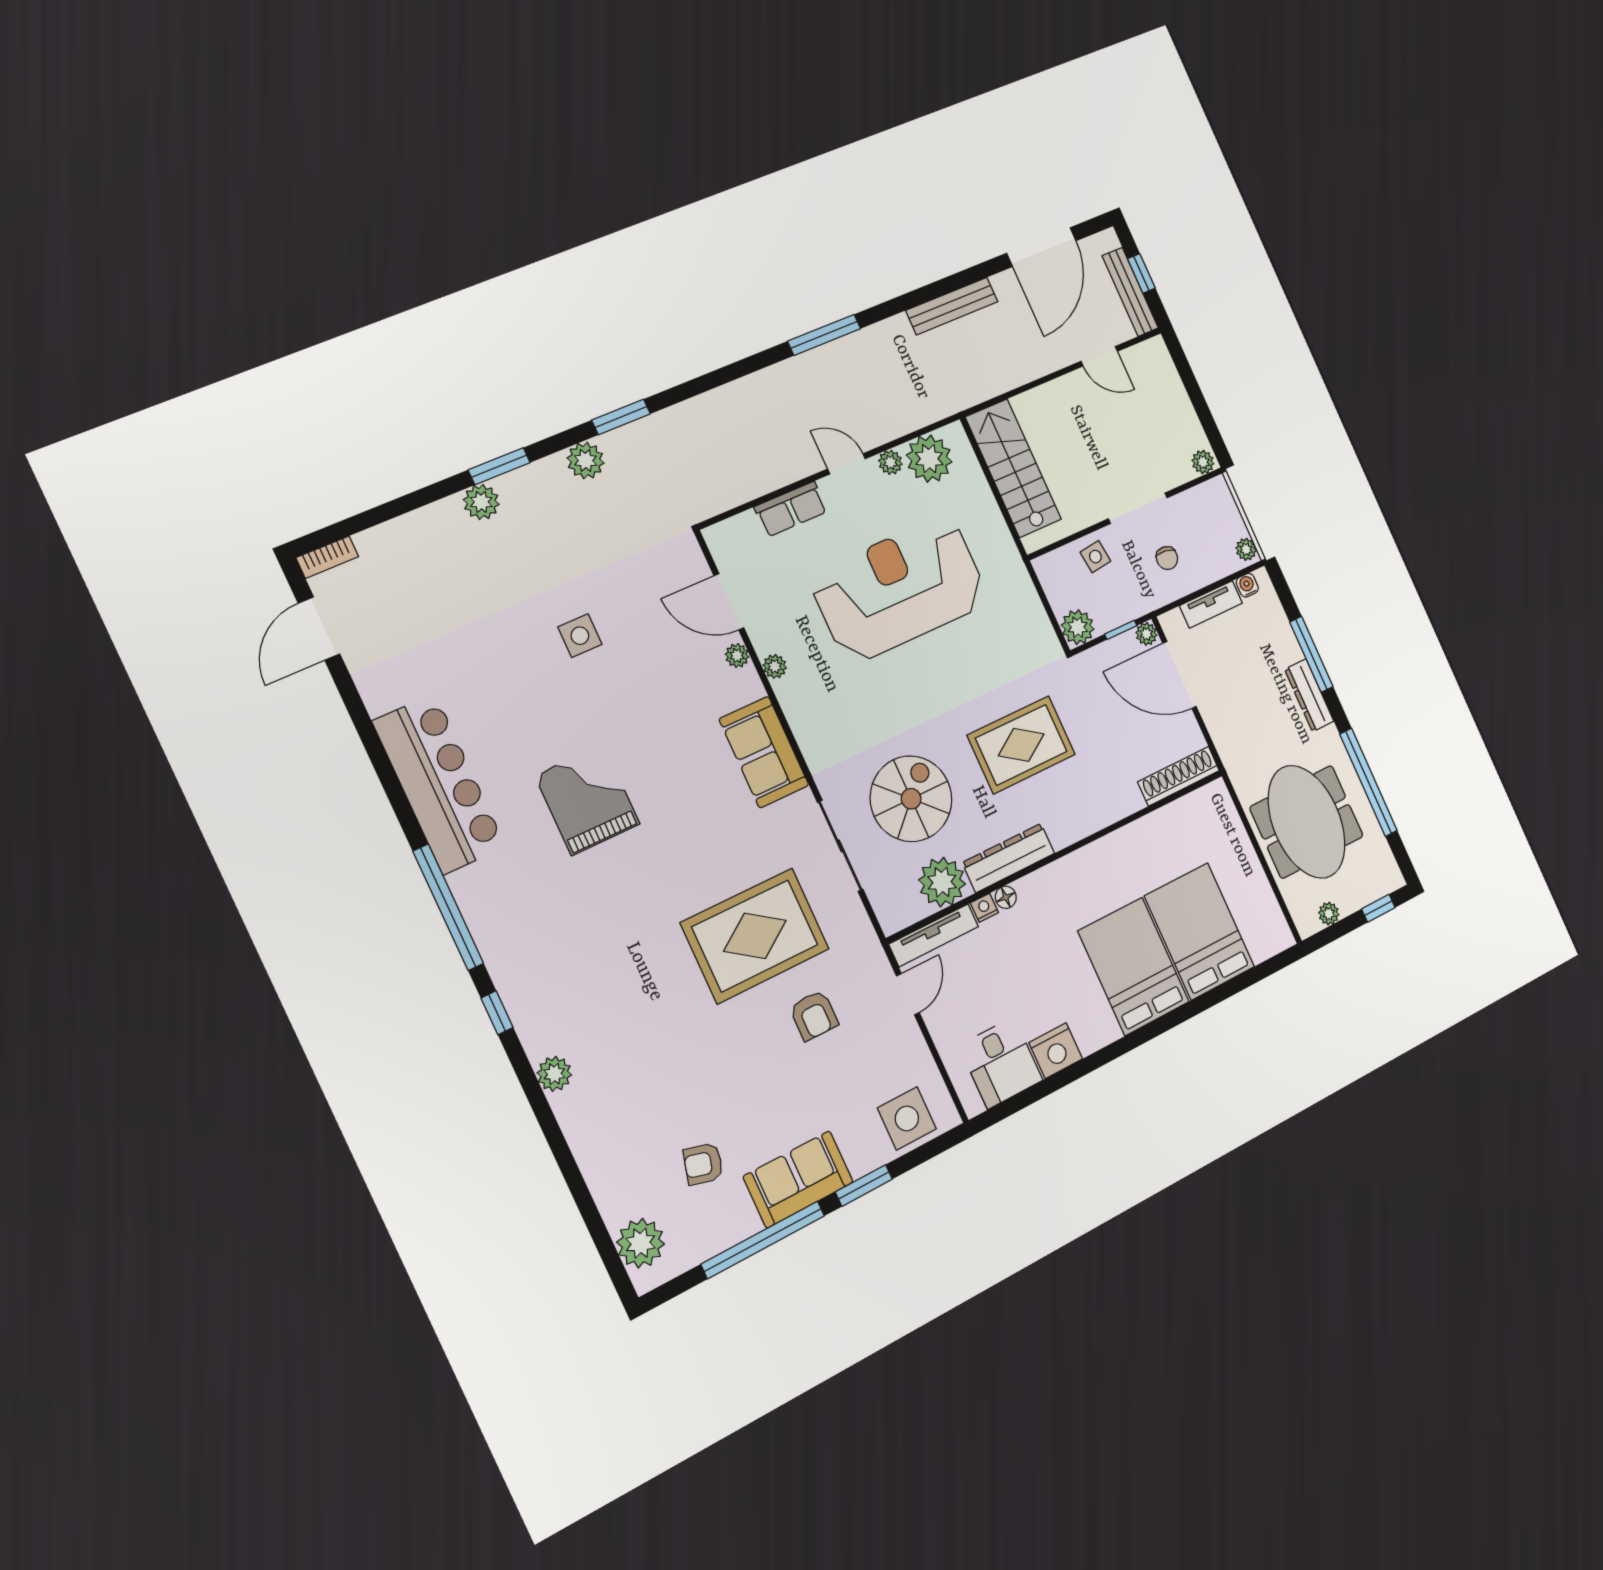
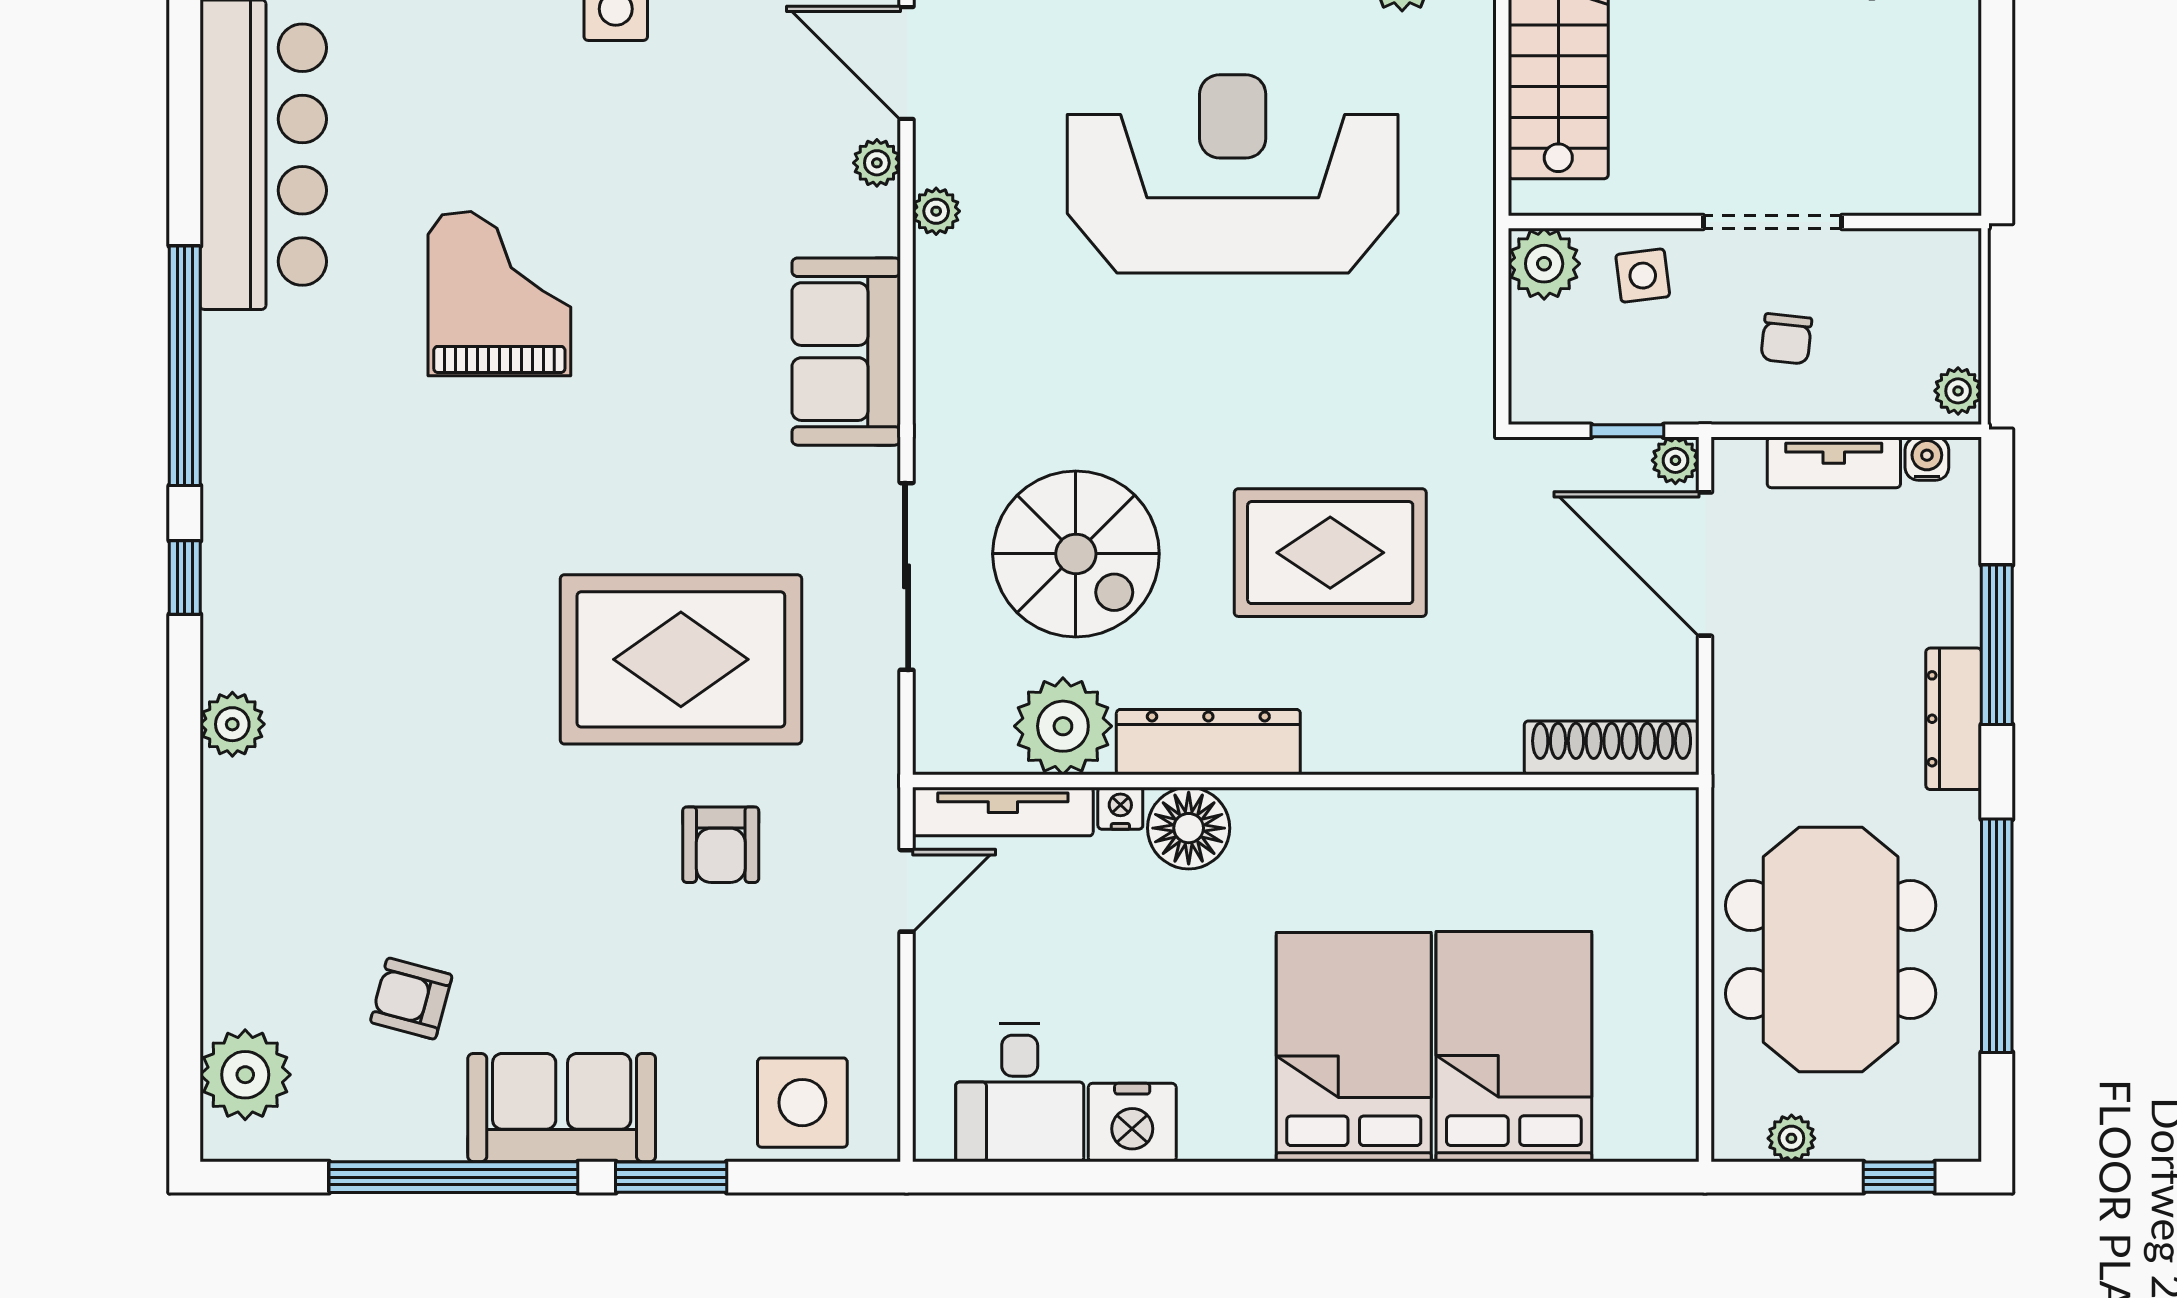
plant: (1203, 462) -> (1949, 191), removed
plant: (1078, 627) -> (1544, 264), moved
spiral stairs: (911, 799) -> (1076, 554), turned 90
floor lamp: (1006, 897) -> (1189, 828), width x1.89, depth x1.89

